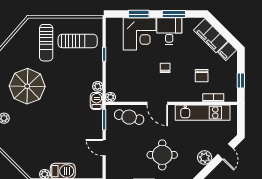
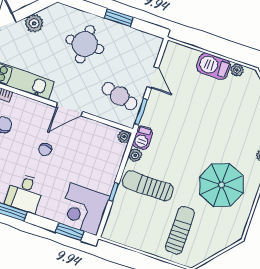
window: (139, 14) -> (70, 232), moved
corner desk: (140, 34) -> (84, 209), moved, turned -90
sun lounger: (78, 41) -> (148, 186), moved
door: (157, 103) -> (69, 109), swing flipped
cafe table: (129, 117) -> (120, 96), moved

